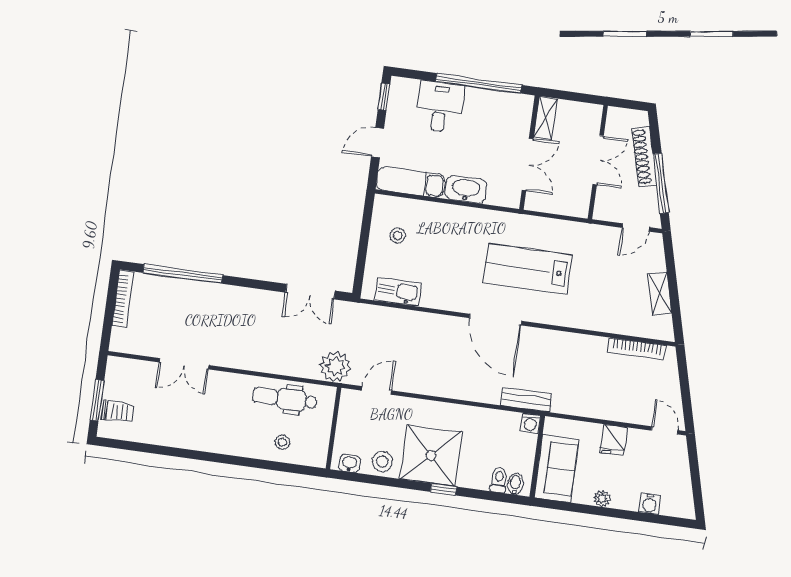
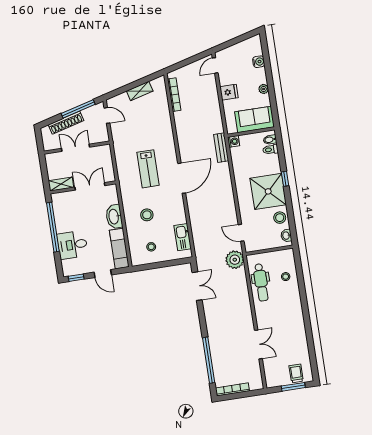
stool: (452, 244) -> (147, 215), added
lab bench: (528, 269) -> (148, 169), width x0.73, depth x0.72

